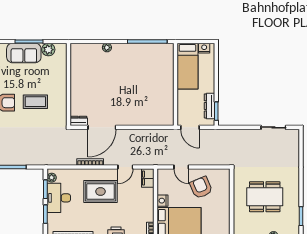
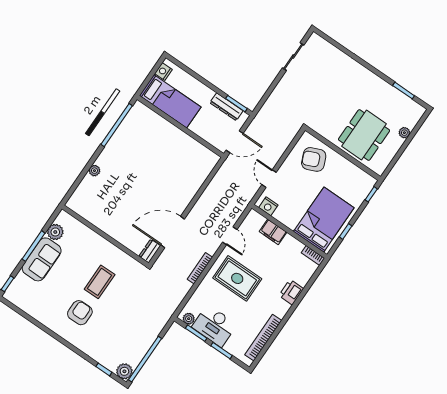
door: (102, 127) -> (173, 232), swing flipped
door: (181, 167) -> (269, 179), swing flipped
filing cabinet: (148, 178) -> (273, 232), moved
armchair: (201, 187) -> (314, 159), moved
rug: (100, 191) -> (237, 278), turned 90
dining table: (265, 197) -> (364, 135), moved
nightstand: (163, 201) -> (268, 206), moved

